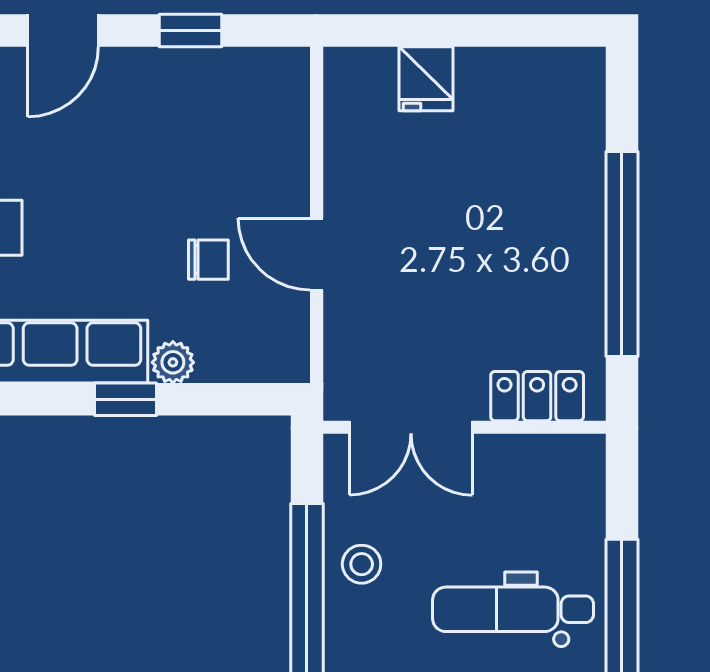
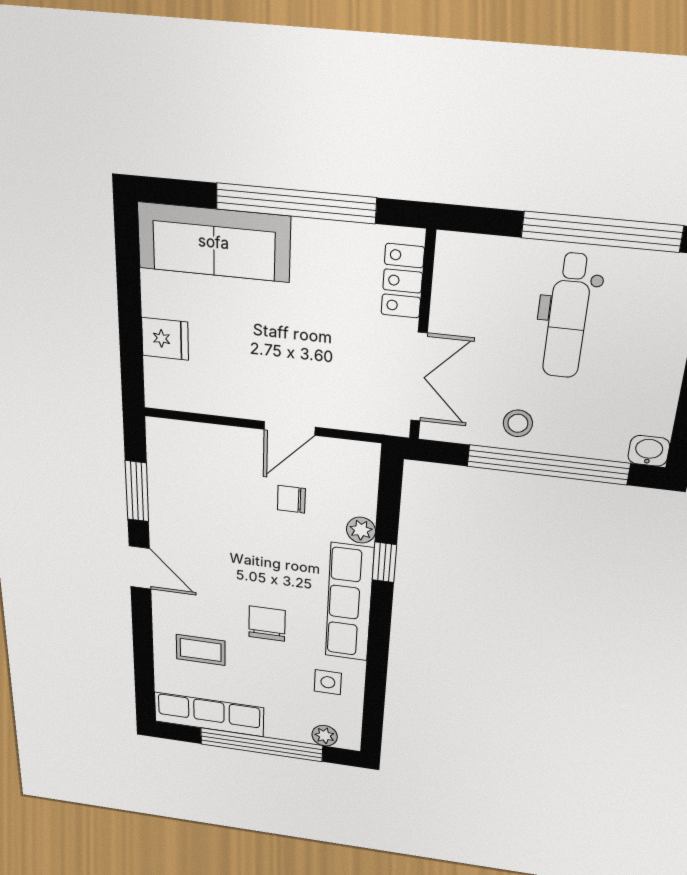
window: (191, 30) -> (137, 491), width x1.50
sofa: (563, 147) -> (214, 242), added
chair: (208, 260) -> (291, 499), turned -90

